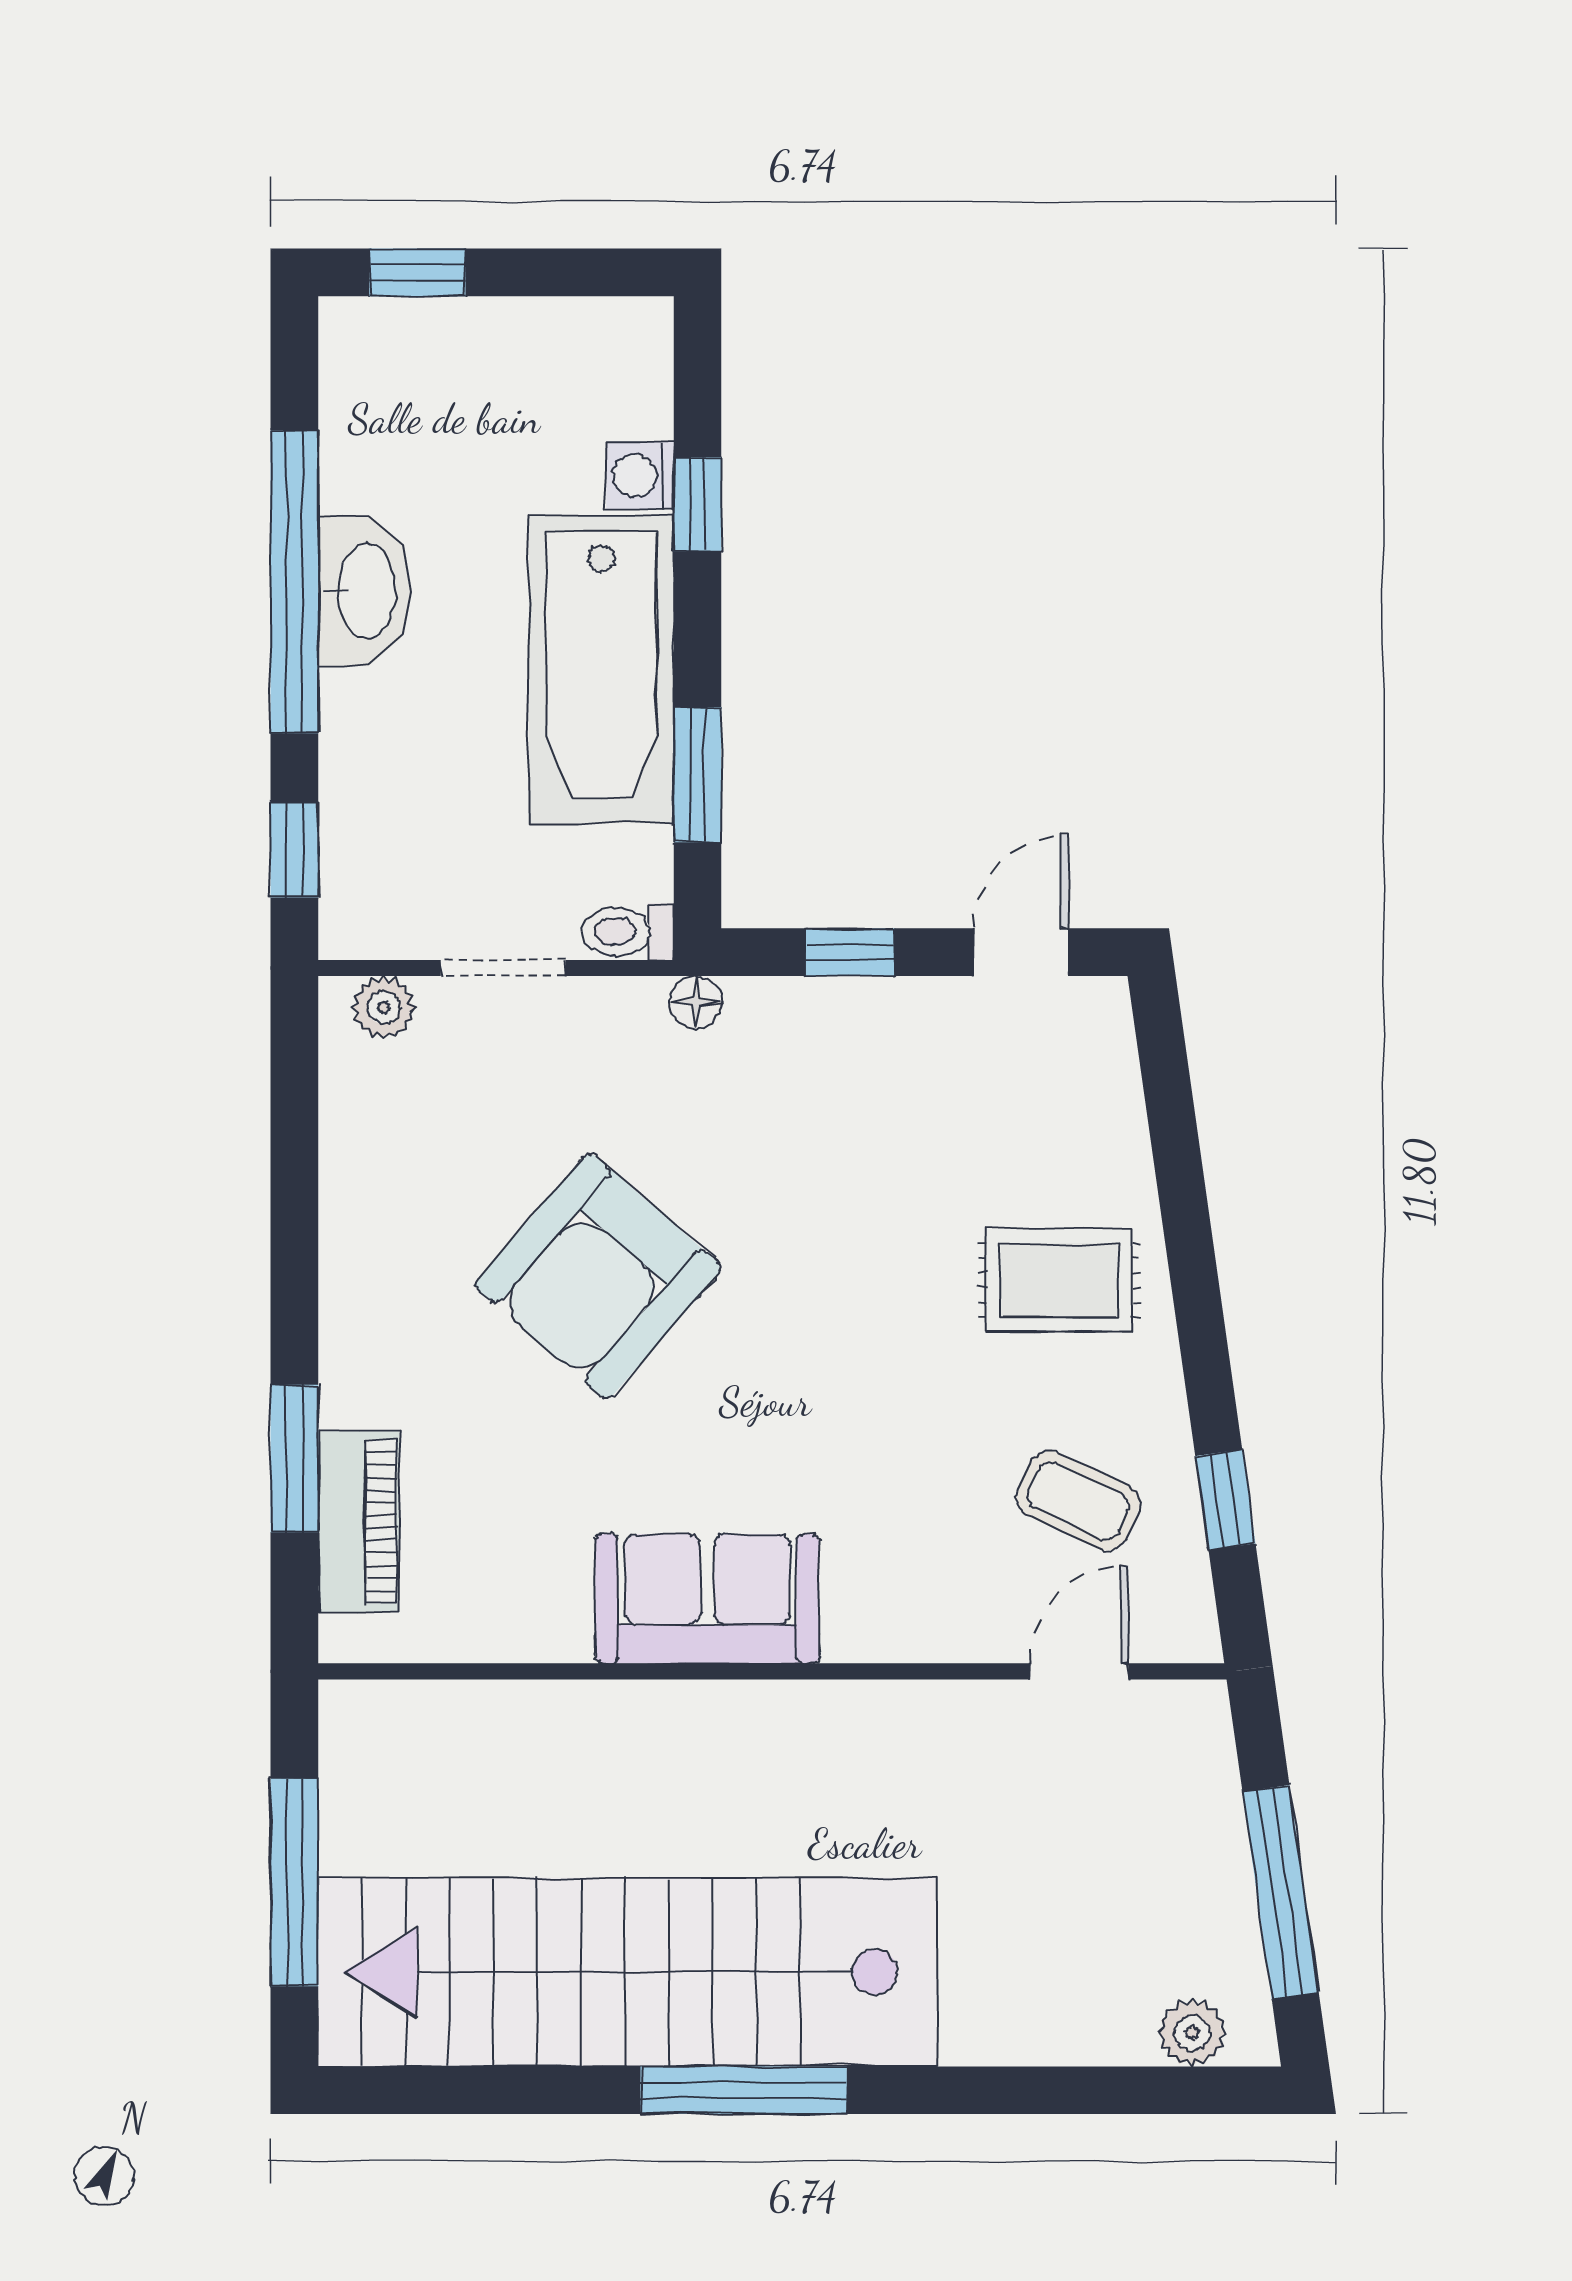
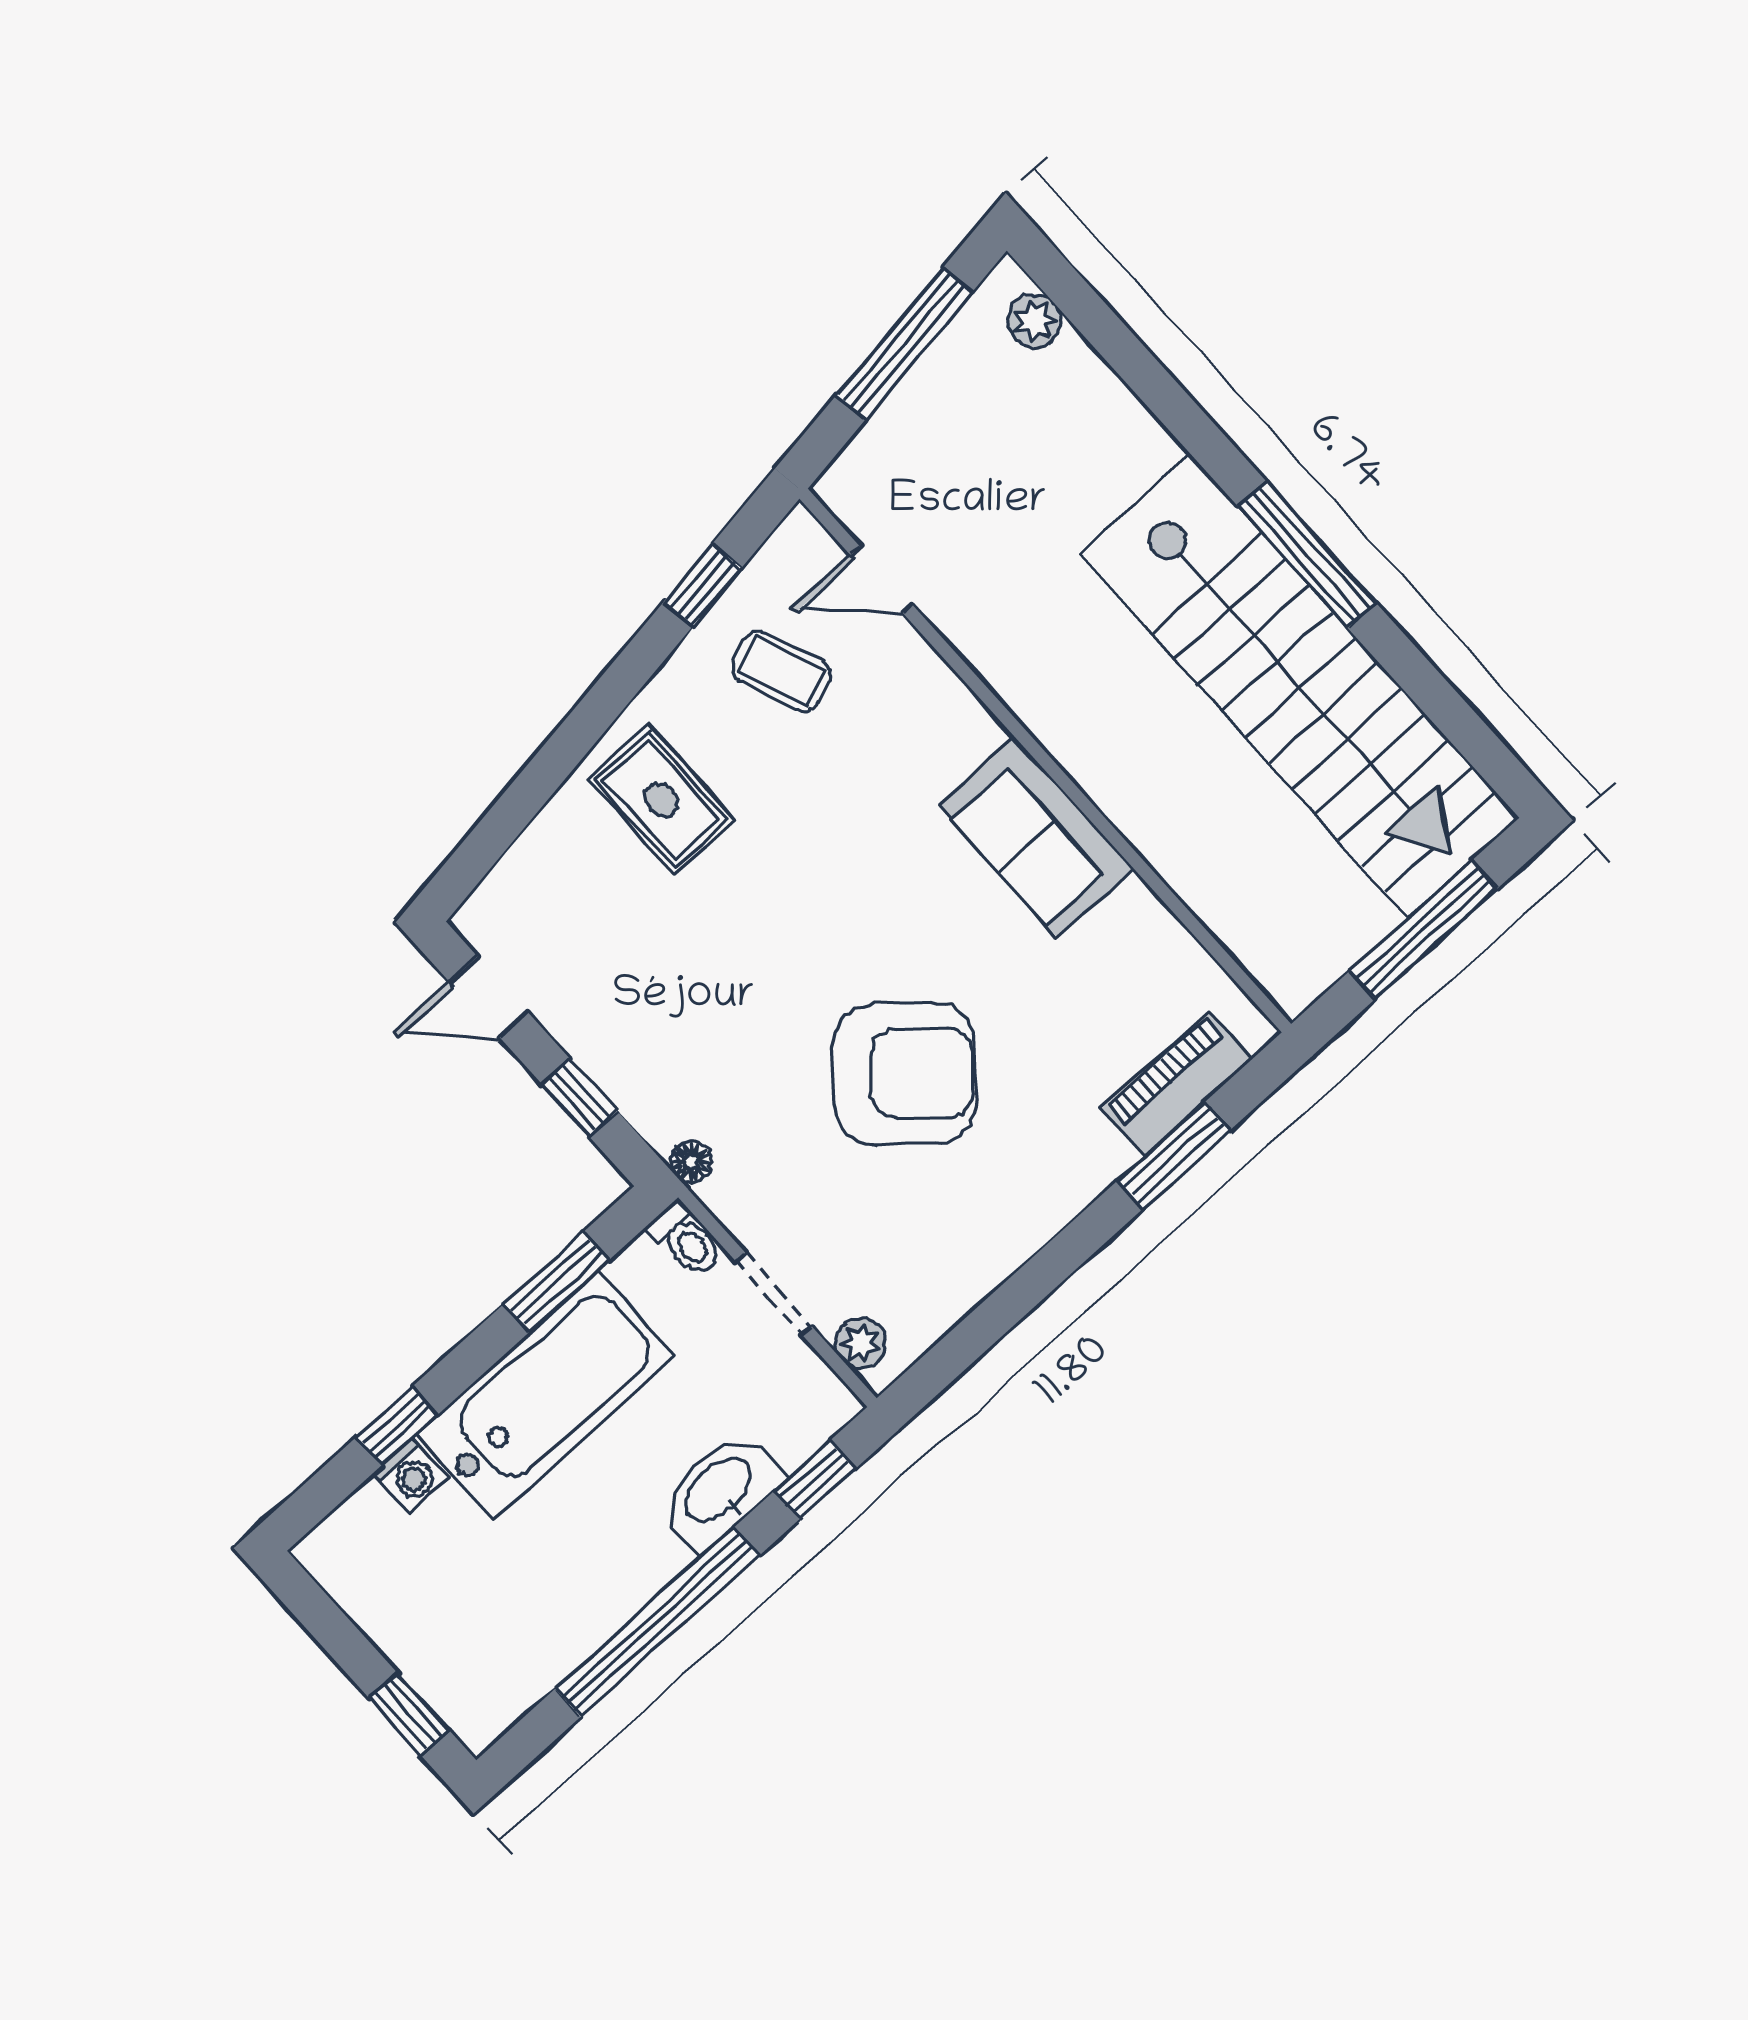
washbasin: (364, 591) -> (719, 1491), moved
coffee table: (1078, 1501) -> (781, 671), turned -47

